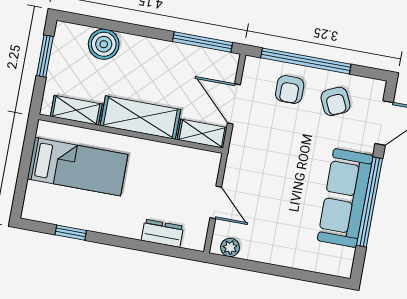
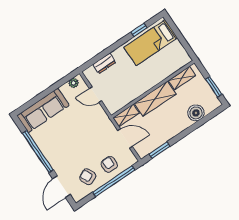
window: (203, 42) -> (160, 150), width x0.69
bed: (78, 167) -> (151, 43), moved
sofa: (345, 198) -> (43, 110), moved, turned 90

